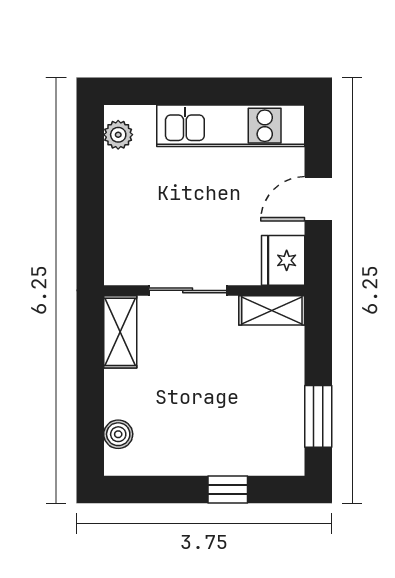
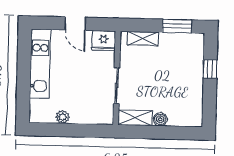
plant: (118, 135) -> (63, 117), moved
shelving: (272, 310) -> (143, 39), moved, turned 90
boiler: (118, 434) -> (160, 119), moved

